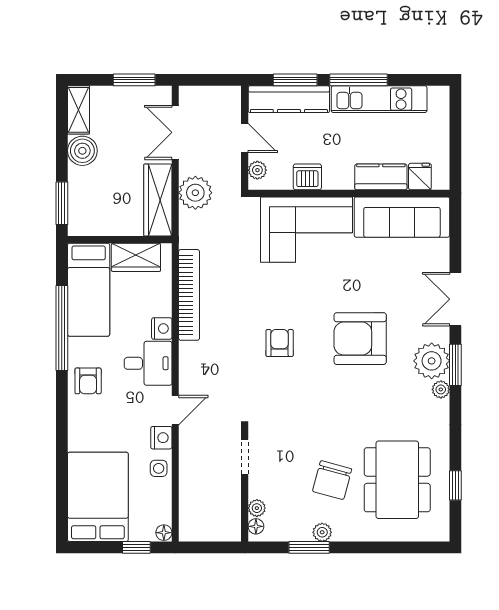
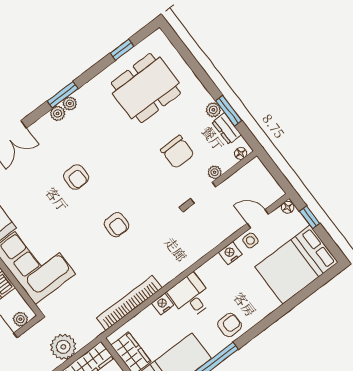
armchair: (360, 339) -> (76, 177), width x0.53, depth x0.53
armchair: (280, 343) -> (117, 225), turned -90
plant: (432, 361) -> (58, 113), width x0.53, depth x0.53
window: (455, 365) -> (63, 95), moved
door: (175, 410) -> (258, 219), moved
chair: (332, 480) -> (177, 152), moved, turned 75
plant: (257, 508) -> (215, 172), moved
dresser: (293, 531) -> (227, 128), added

